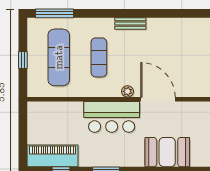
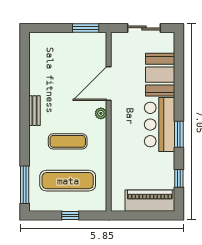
bar counter: (112, 117) -> (160, 125), moved, turned 180
piano: (53, 156) -> (150, 201), moved, turned 90

